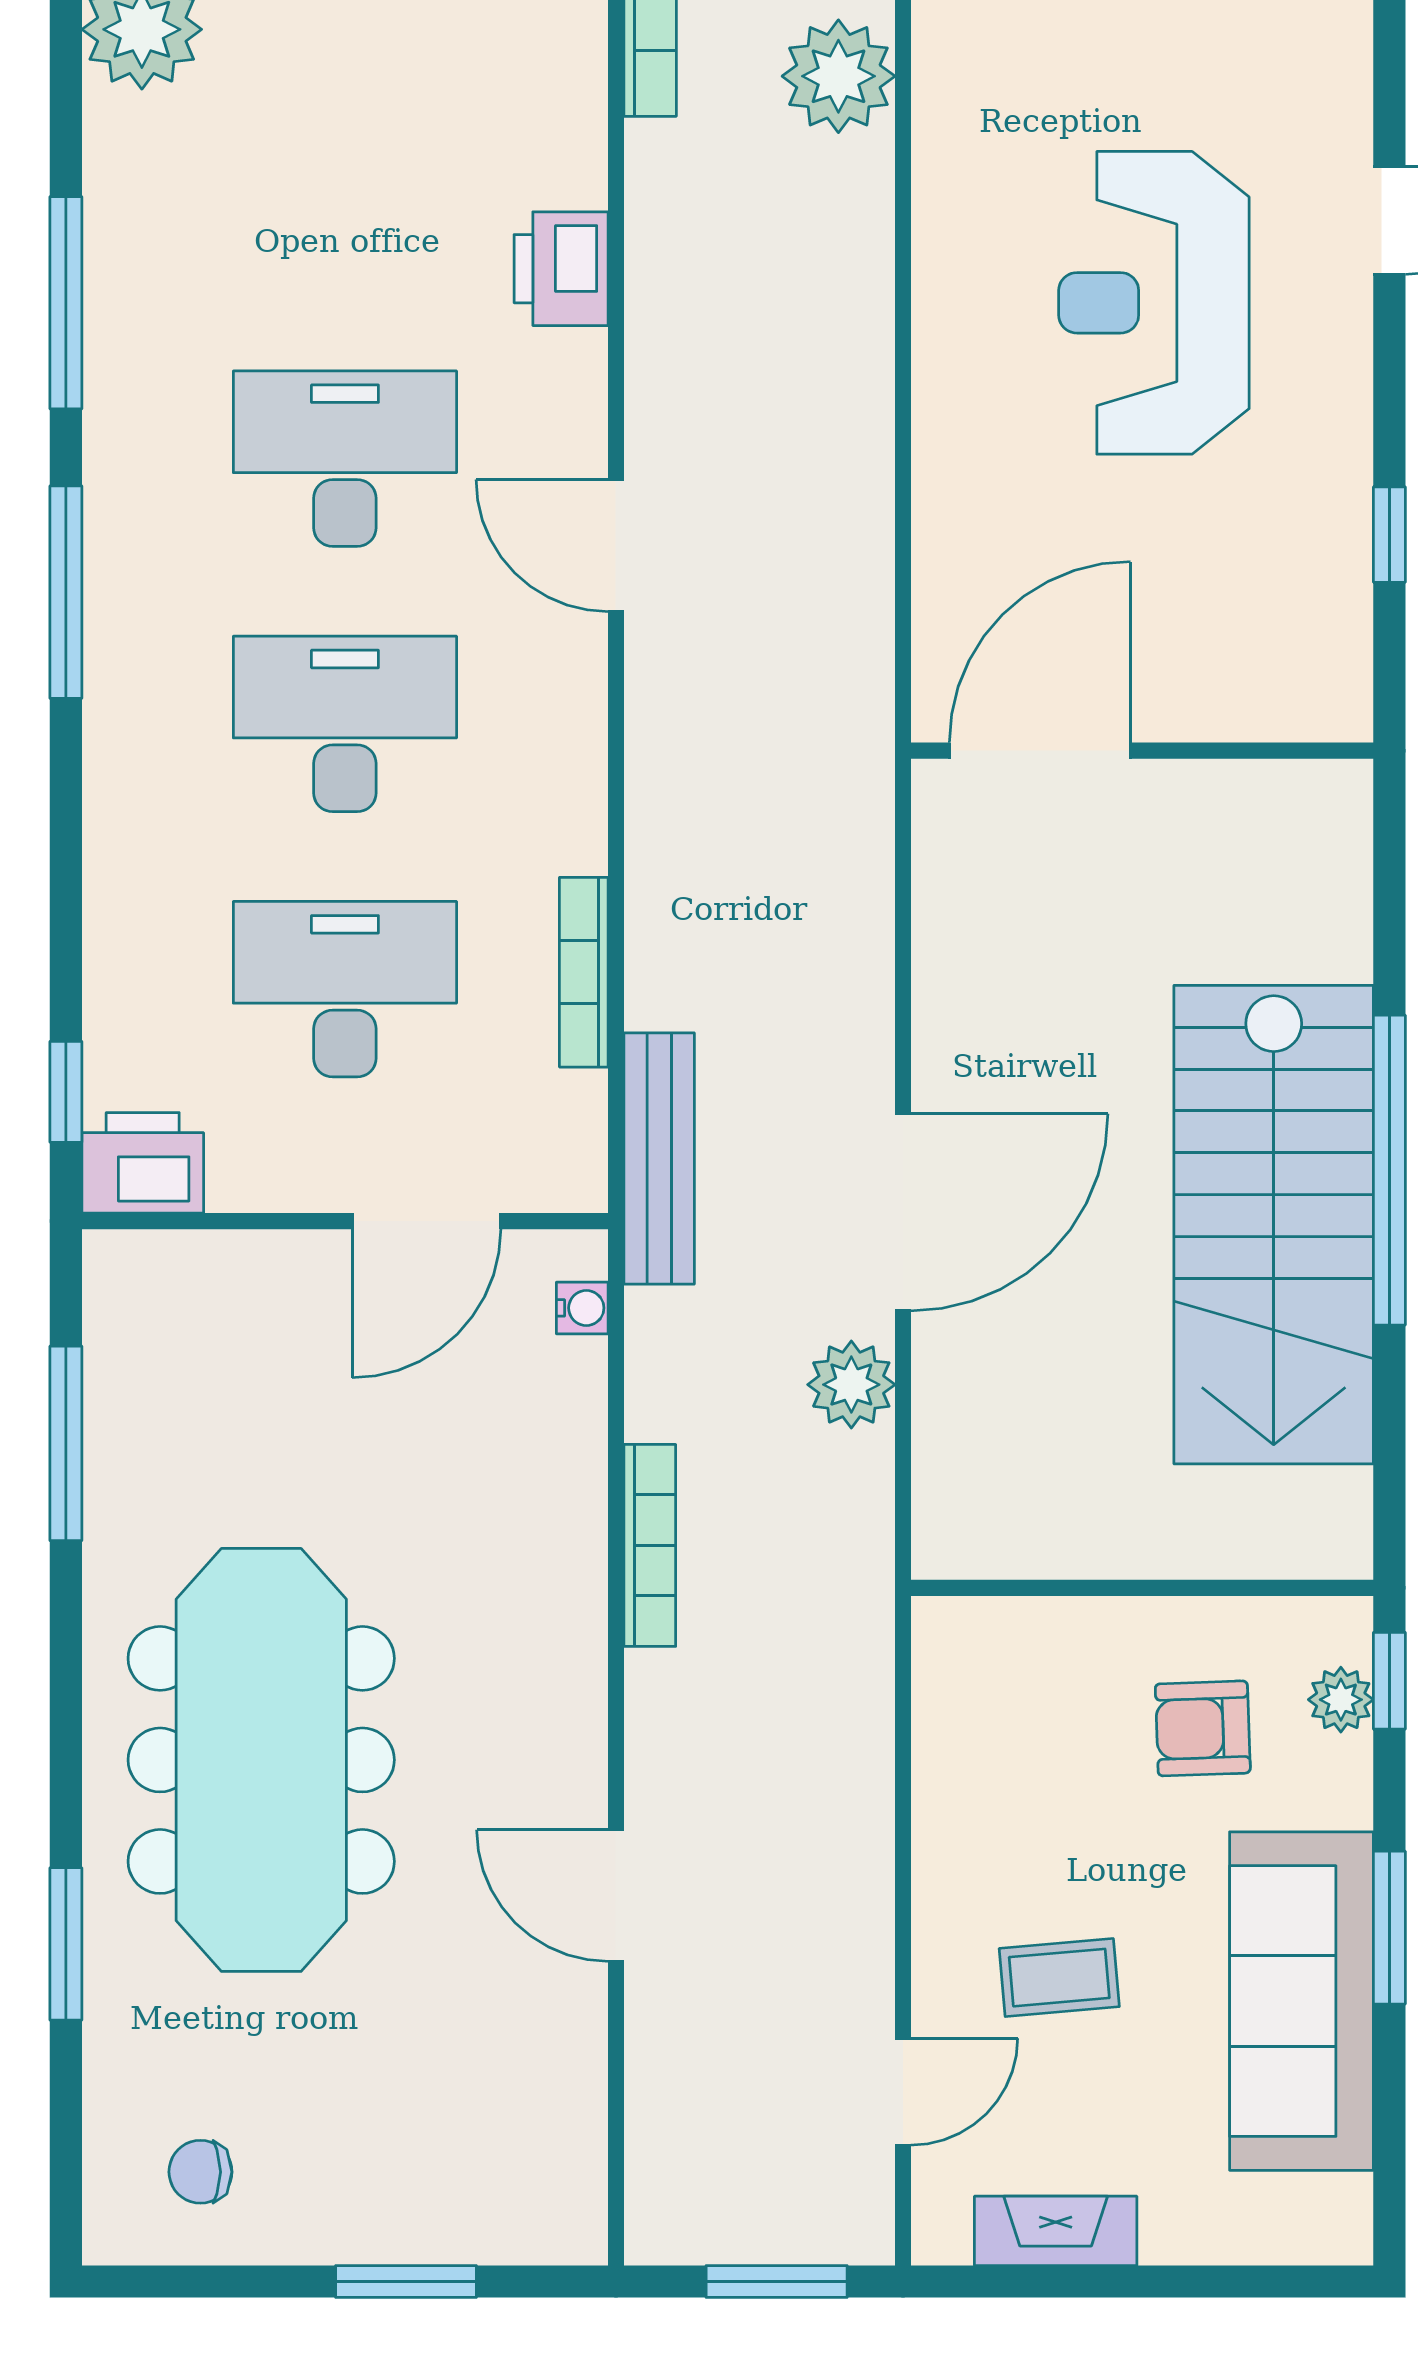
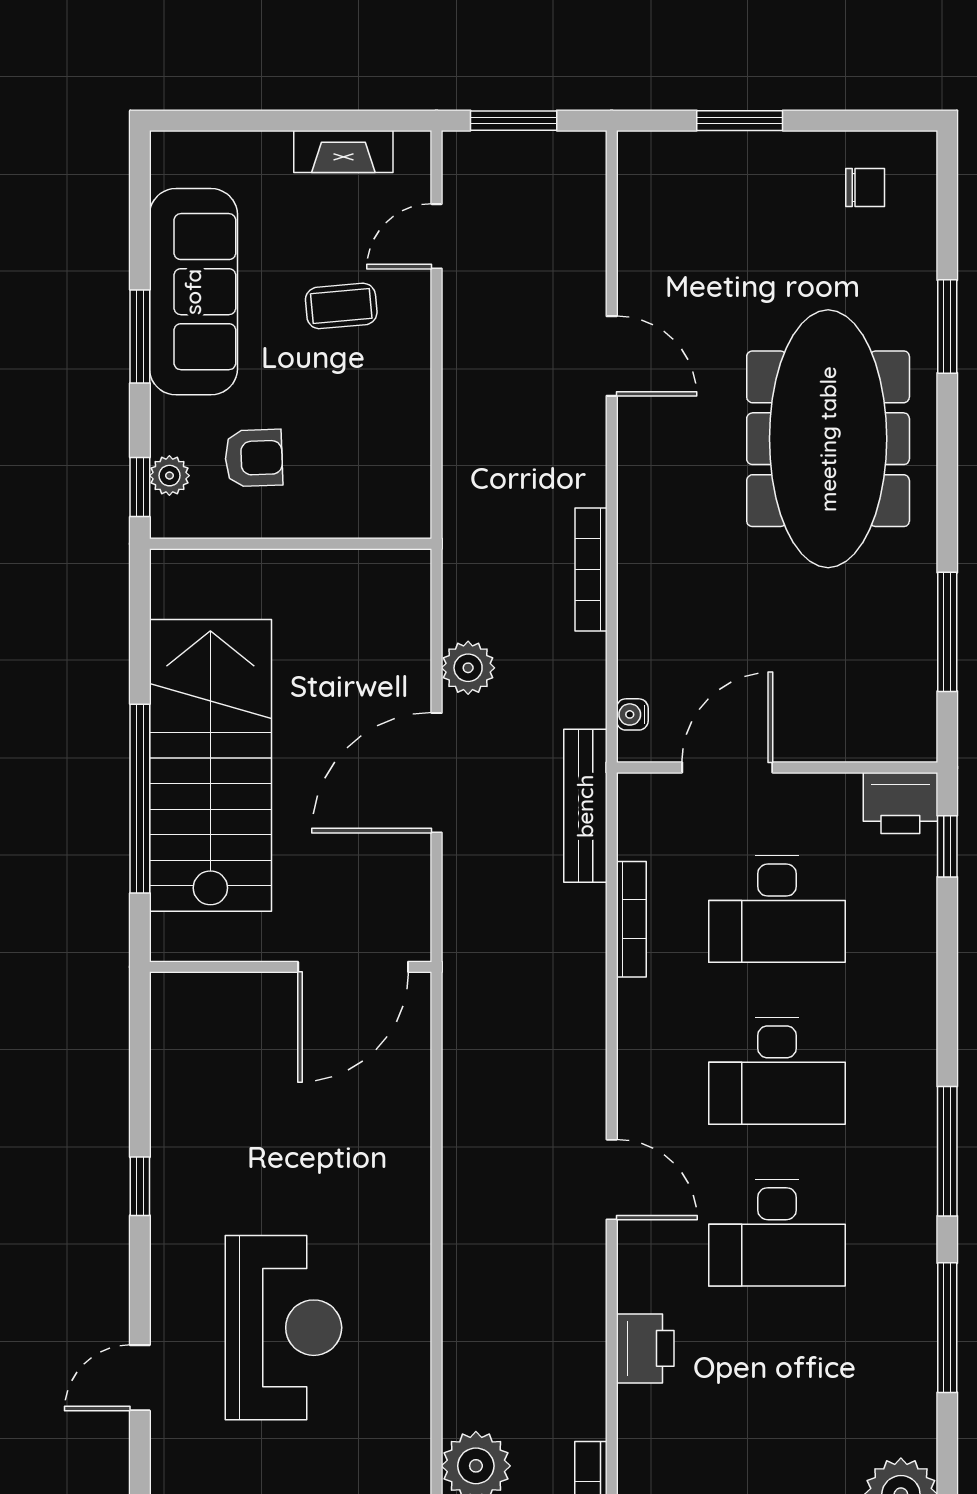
door: (1040, 751) -> (353, 967), moved
wall: (1142, 751) -> (291, 967), moved

